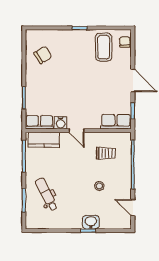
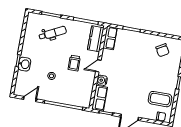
water cooler: (61, 123) -> (102, 80), moved
trolley: (106, 153) -> (74, 63), moved

